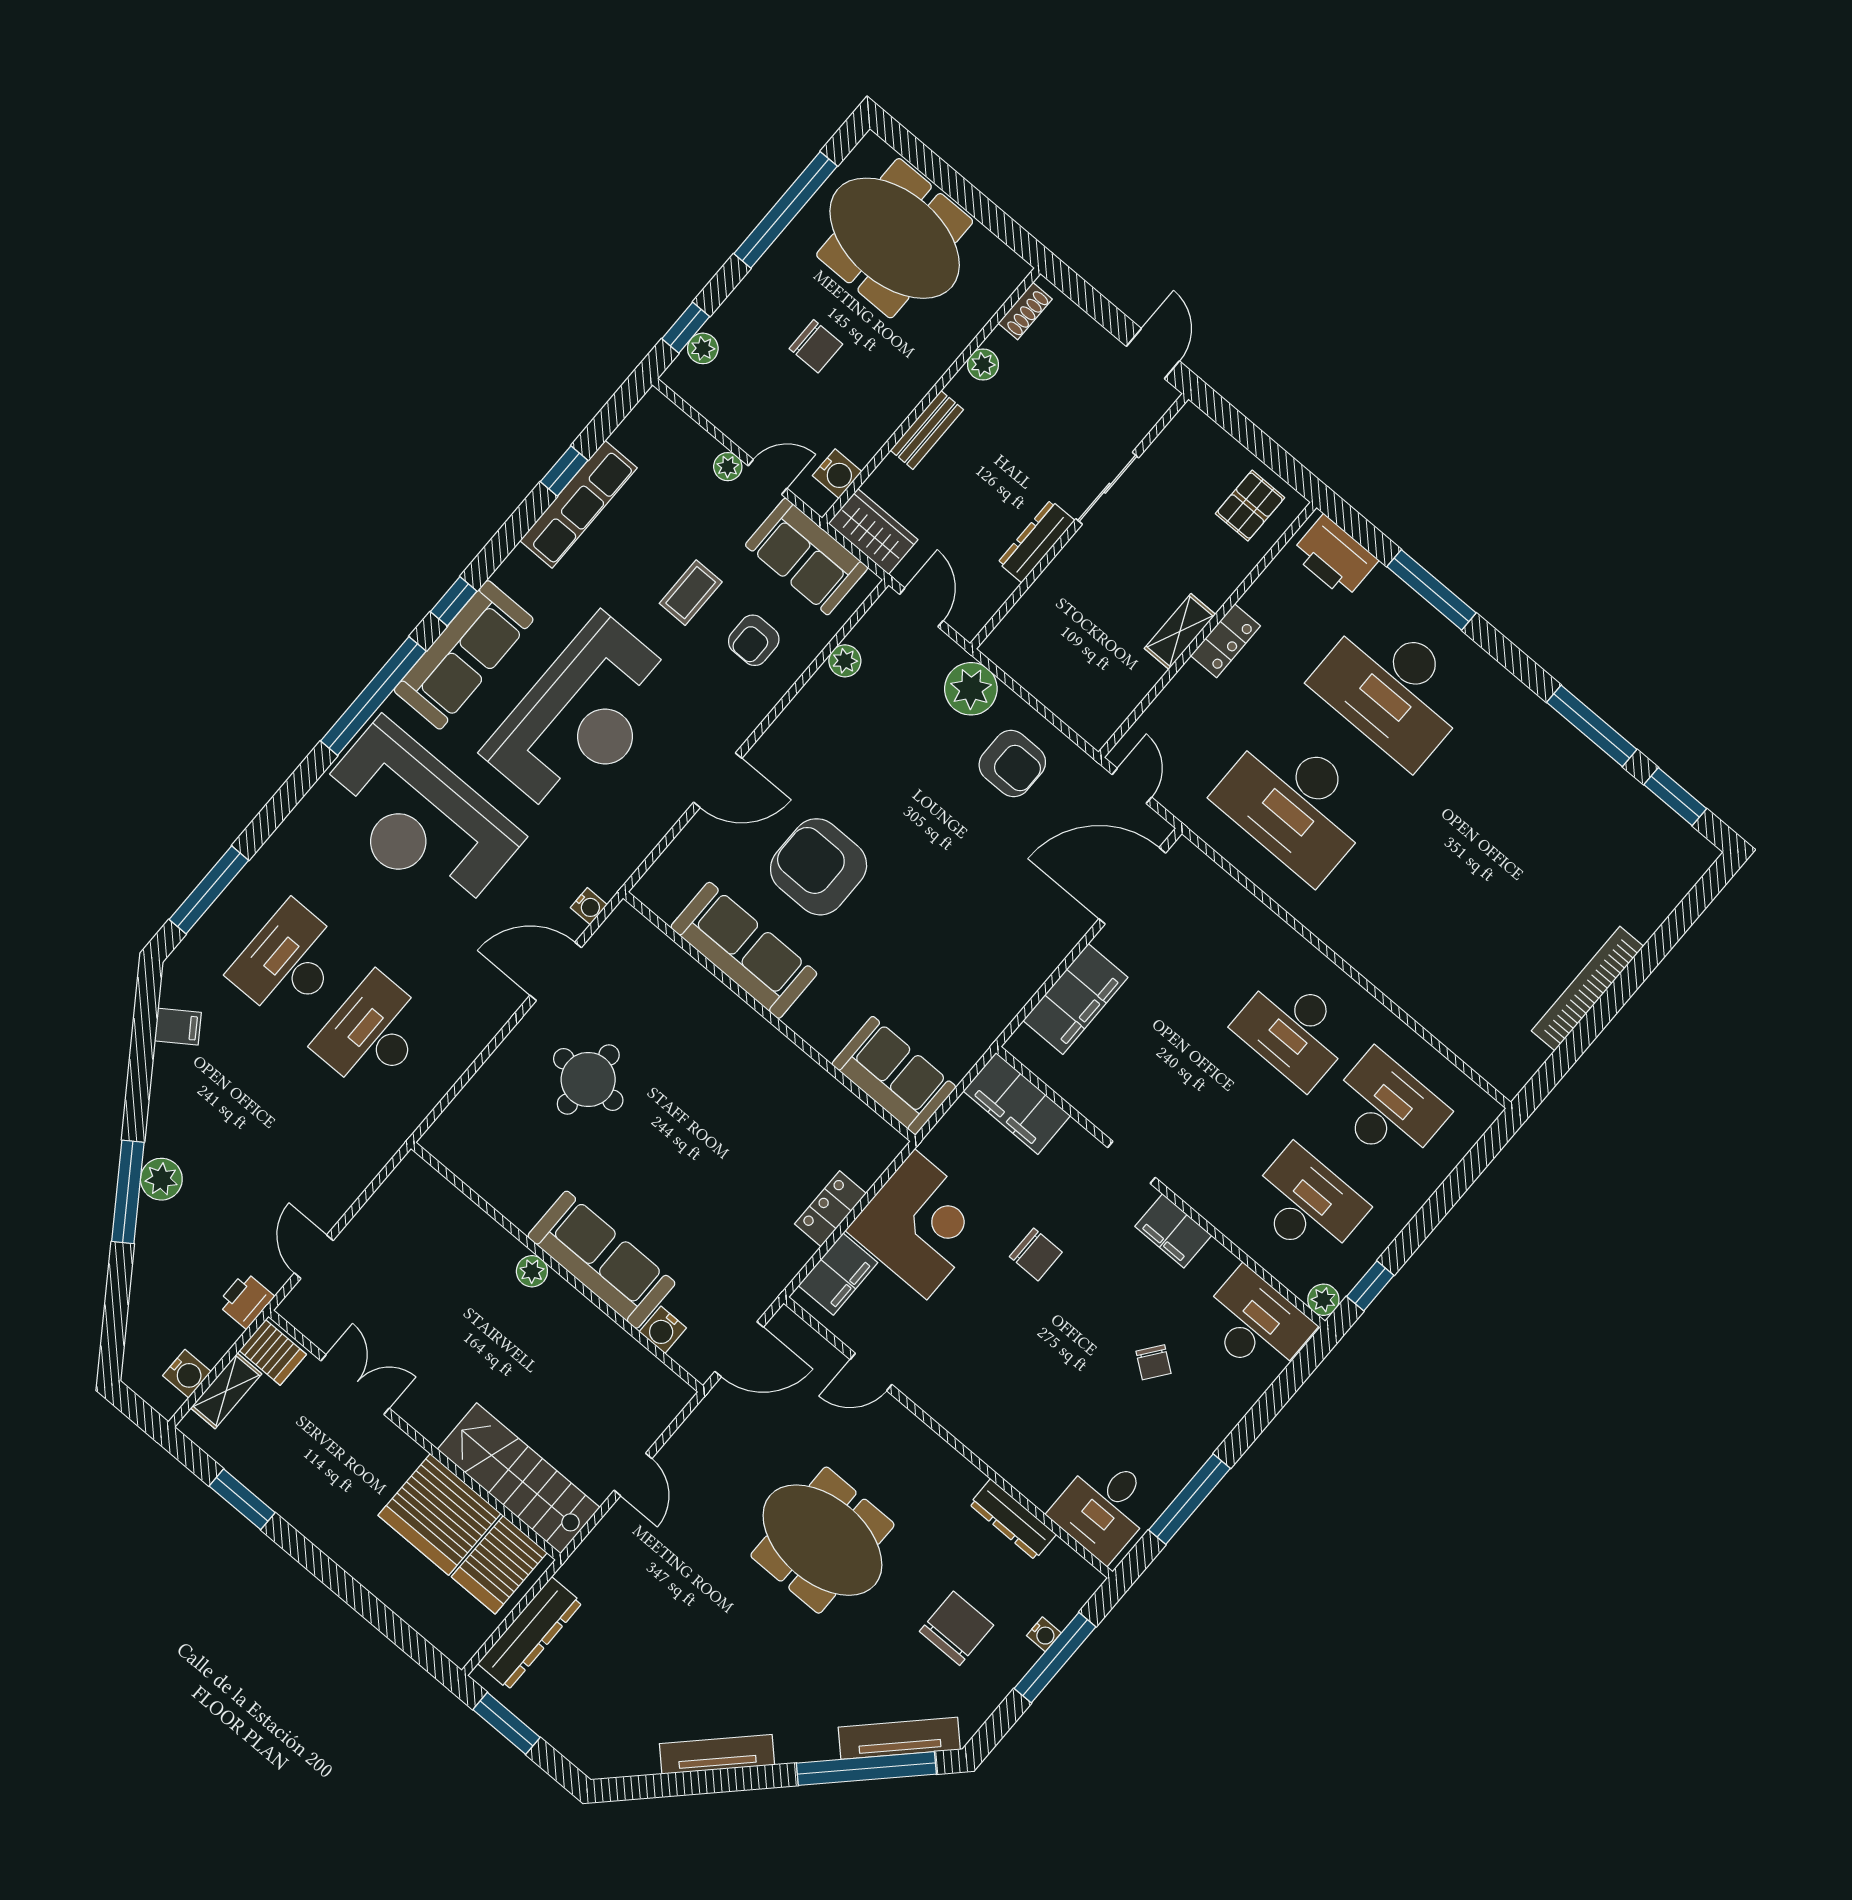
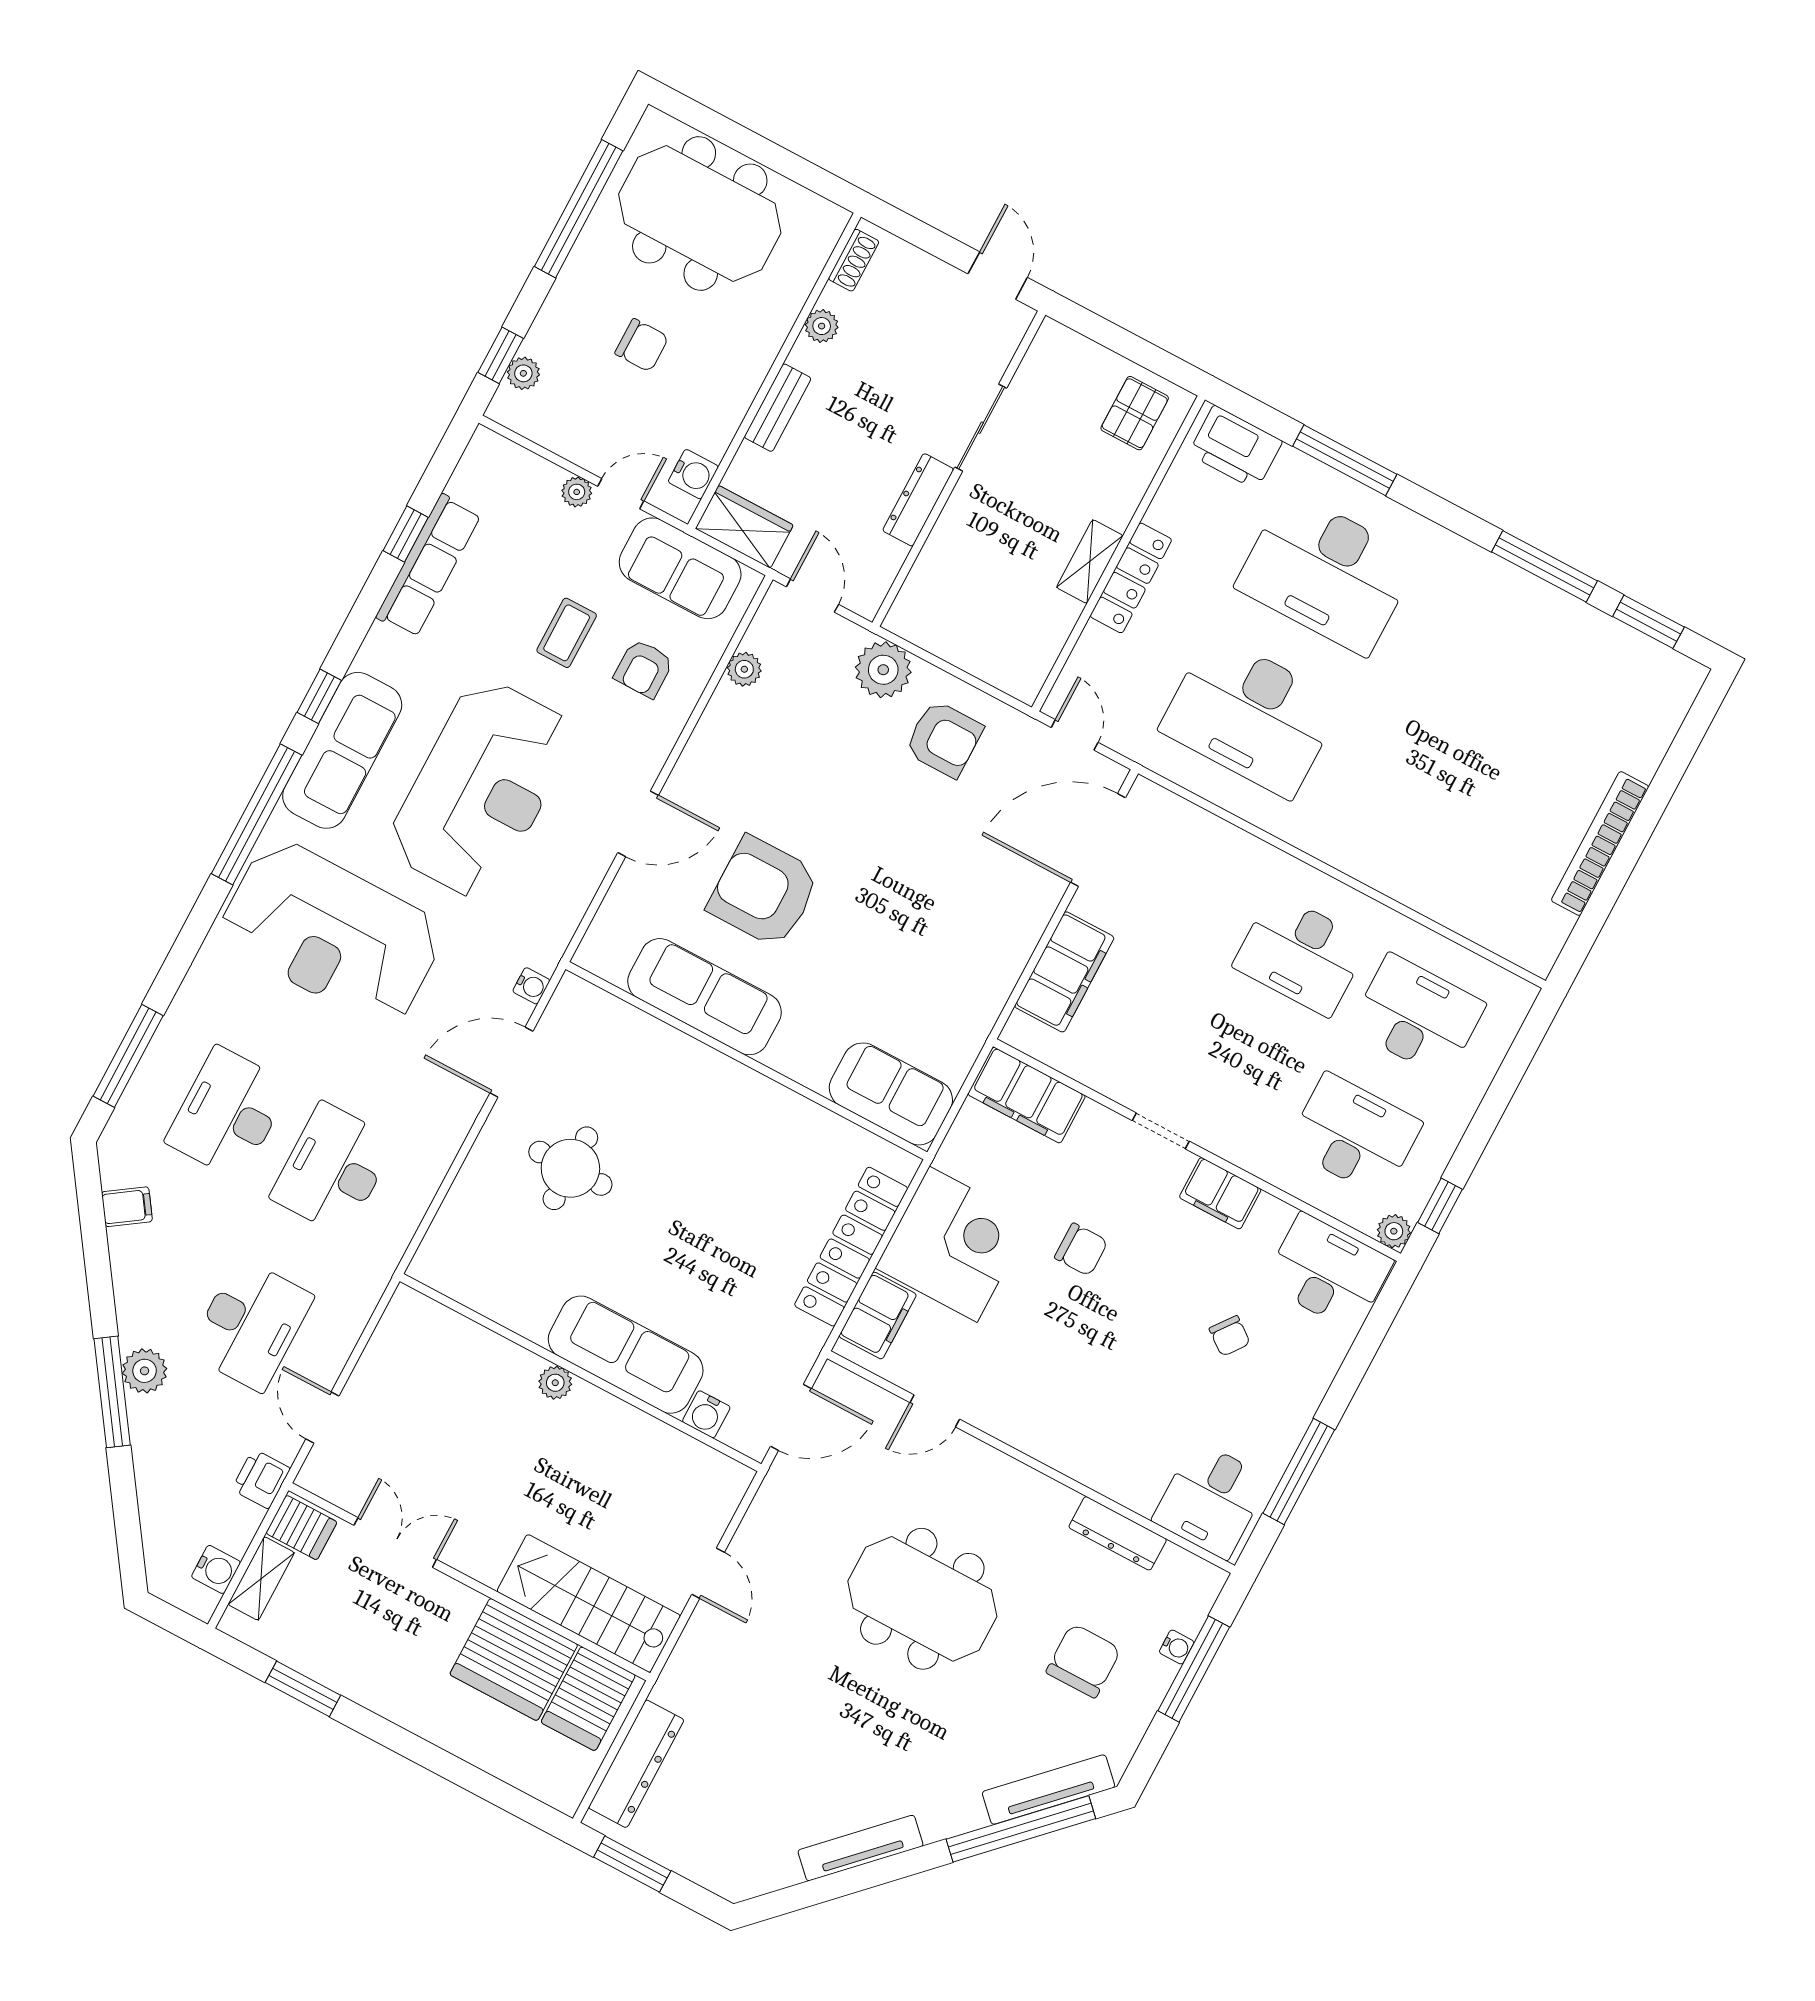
locker: (1226, 641) -> (1131, 578), width x1.53
desk: (267, 1158) -> (250, 1324), added
locker: (830, 1209) -> (851, 1247), width x2.16, depth x1.21

